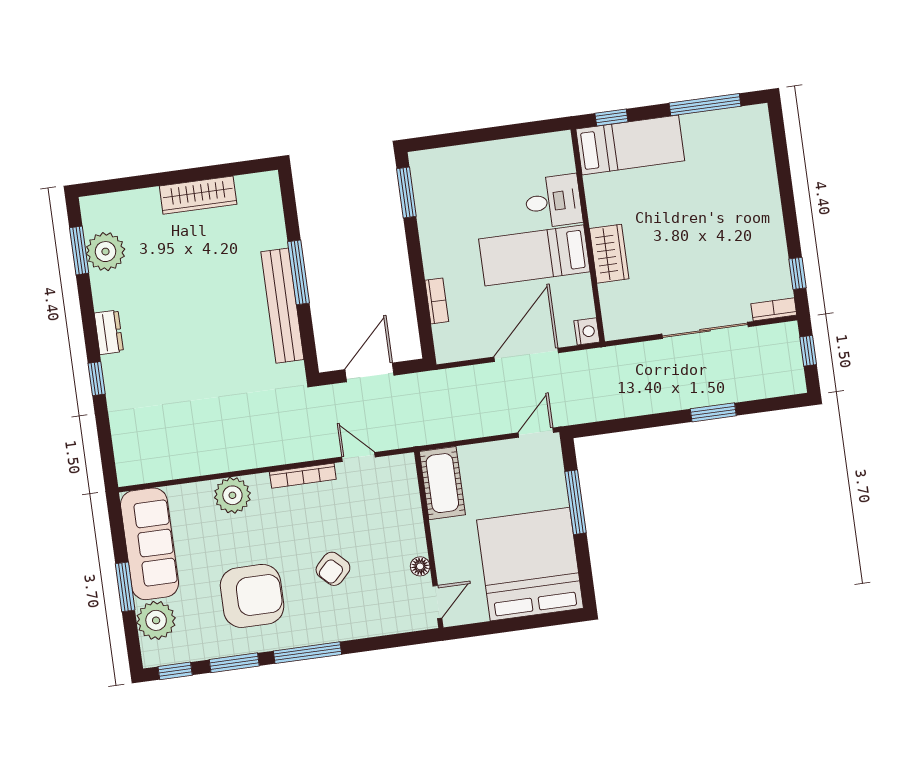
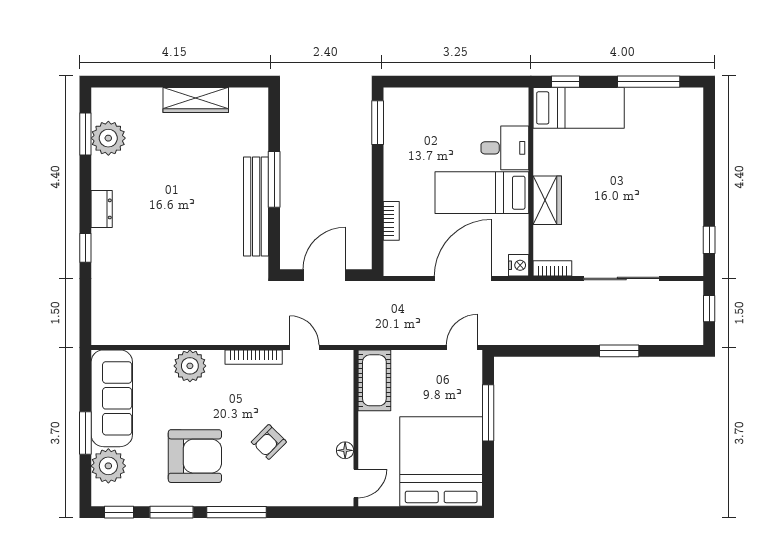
bookcase: (774, 309) -> (552, 268), moved

